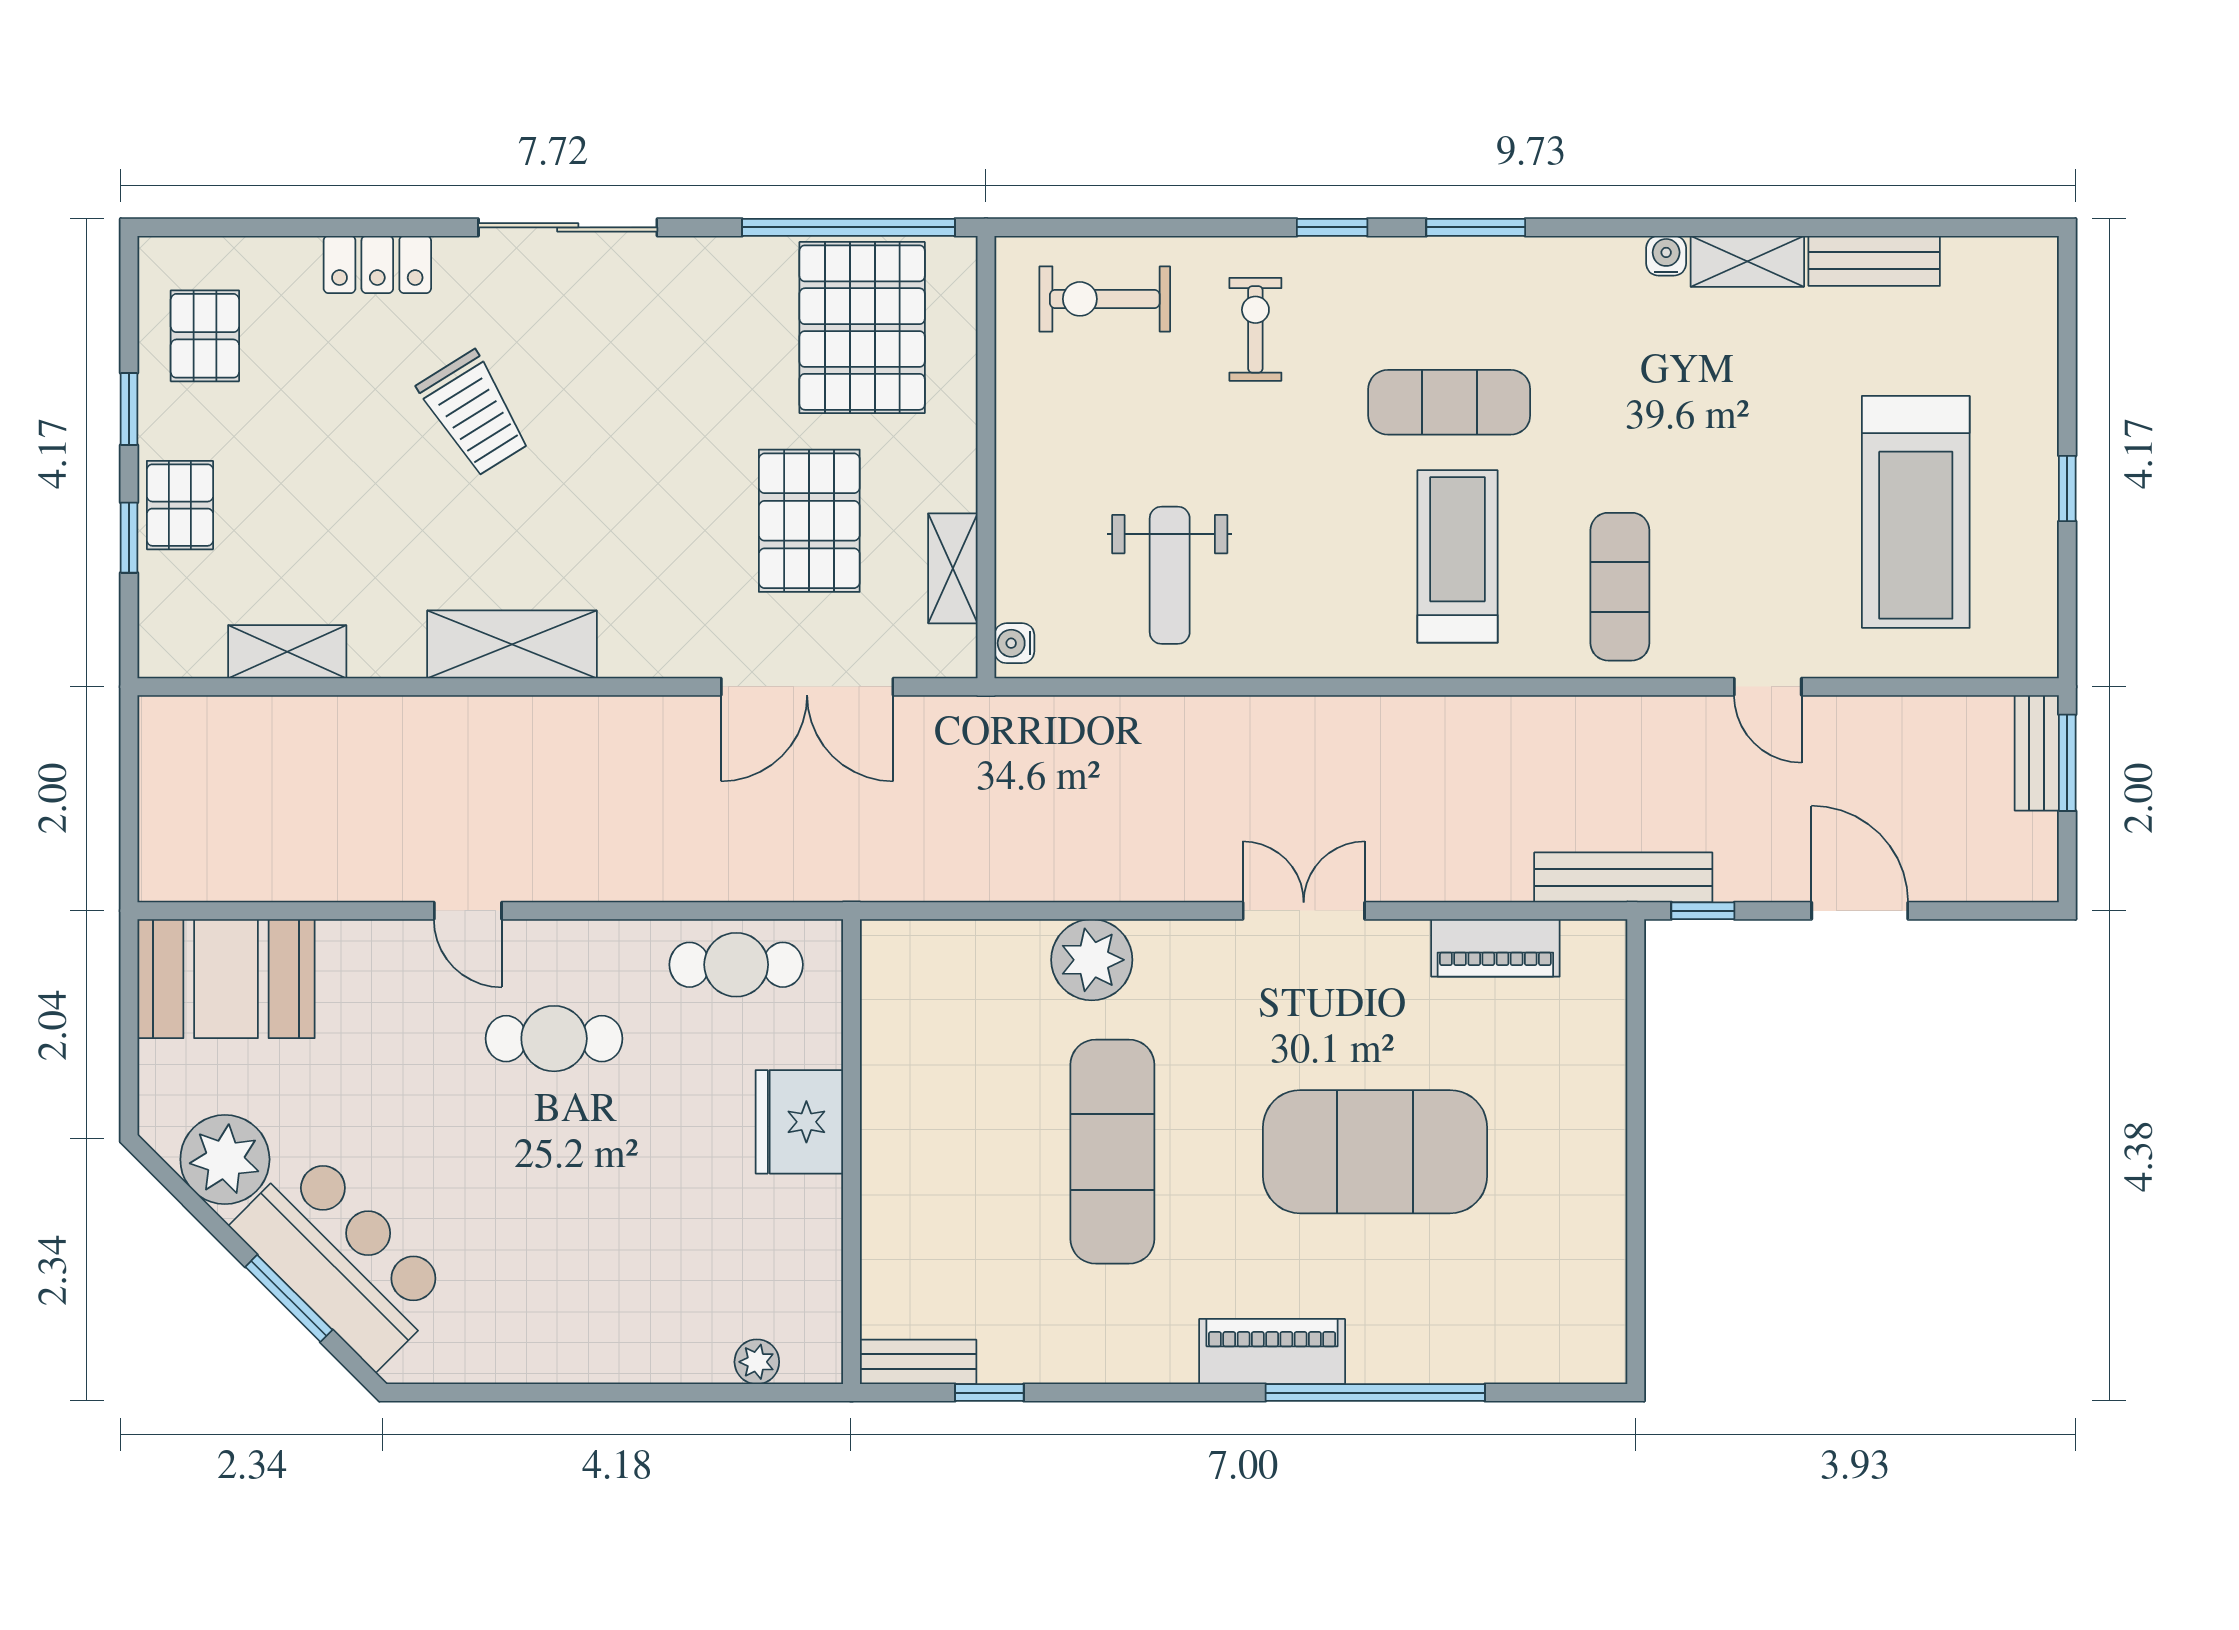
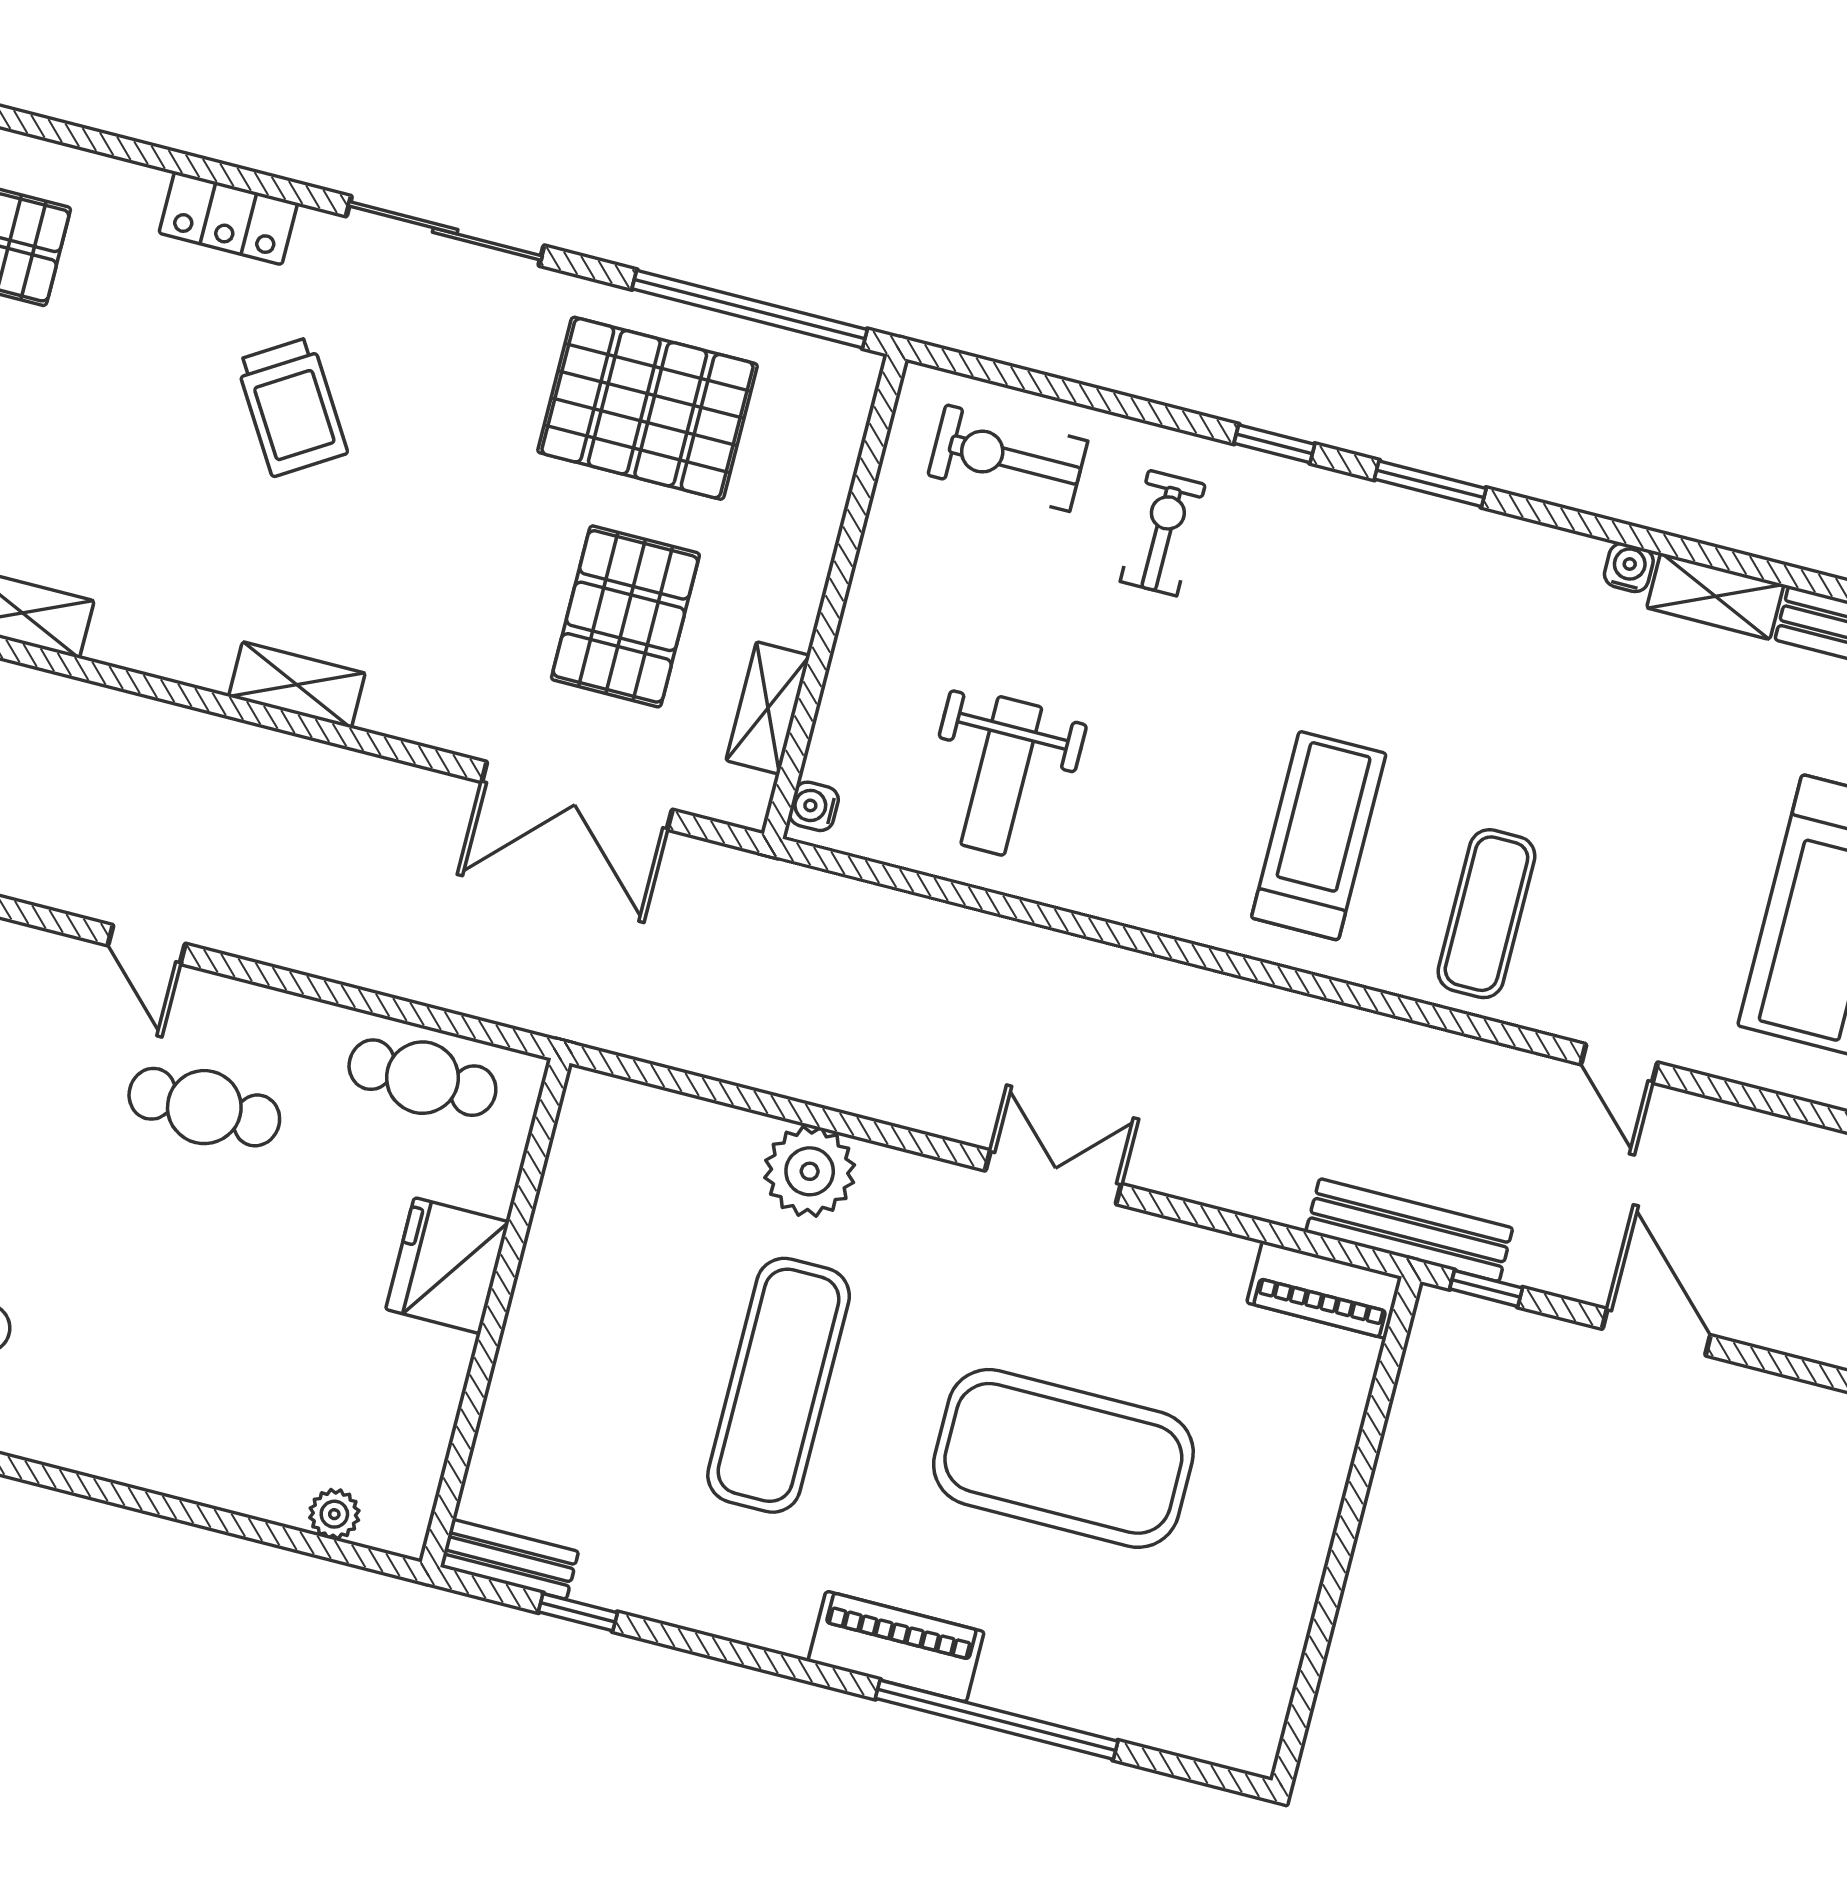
pallet: (862, 328) -> (648, 408), moved, turned 90
exercise mat: (1449, 402) -> (1353, 666), removed
shelving: (512, 644) -> (297, 685), width x0.67, depth x0.75
piano: (1495, 948) -> (1324, 1290), moved

